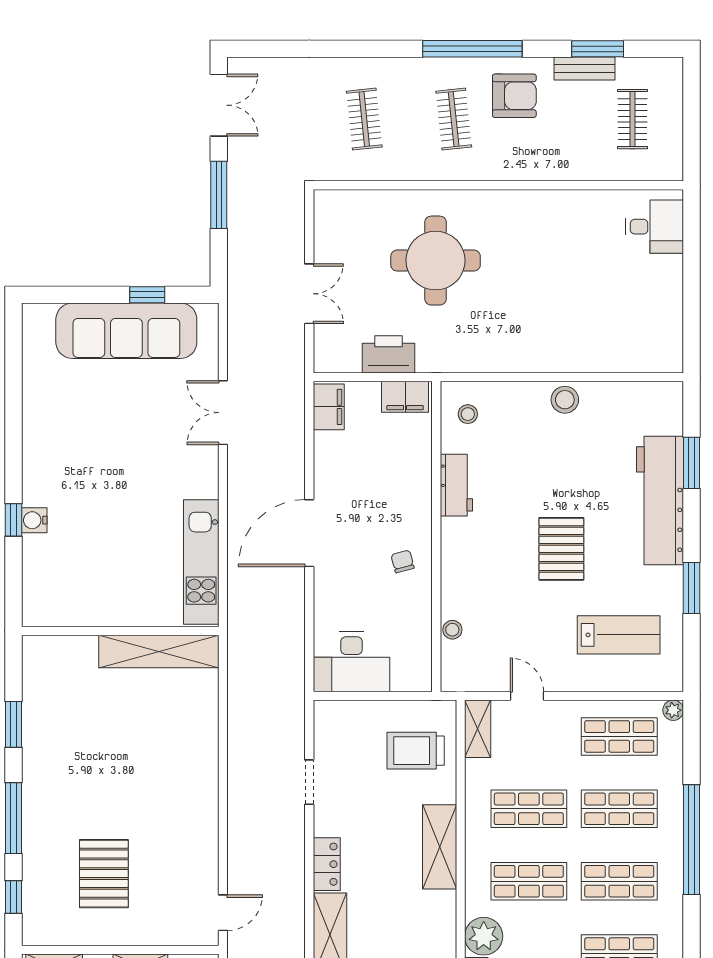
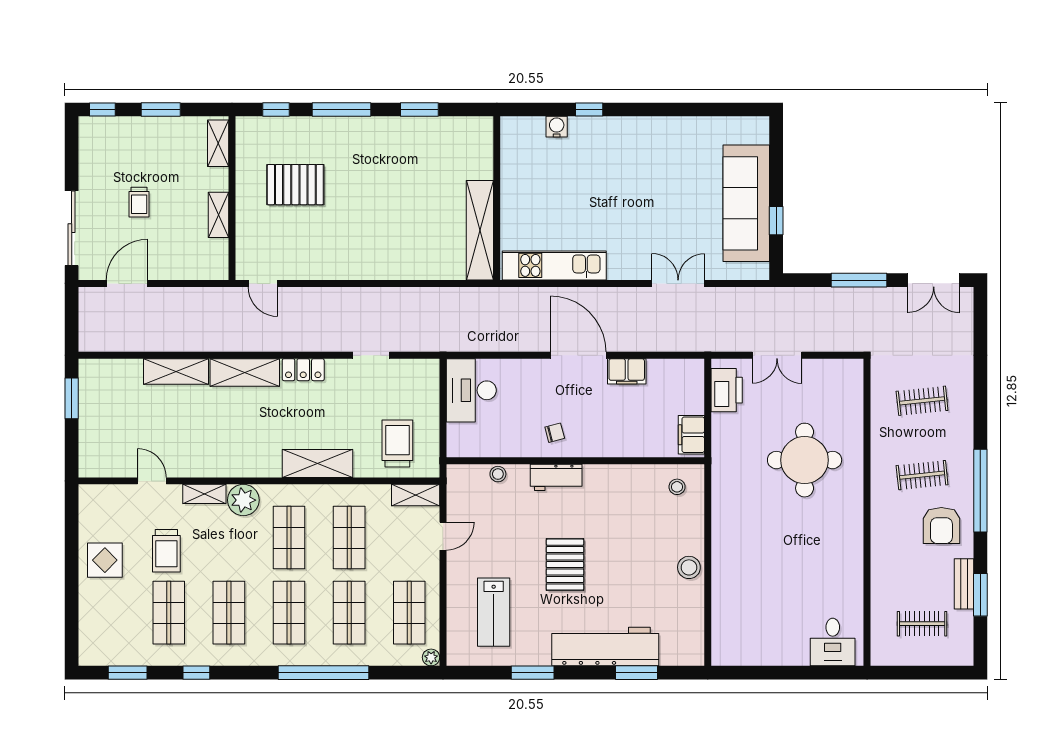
printer: (388, 354) -> (727, 390), moved
filing cabinet: (329, 407) -> (627, 371), moved
workbench: (456, 485) -> (556, 477), moved
water cooler: (34, 520) -> (557, 127), moved
pallet: (561, 549) -> (565, 565), turned 90

